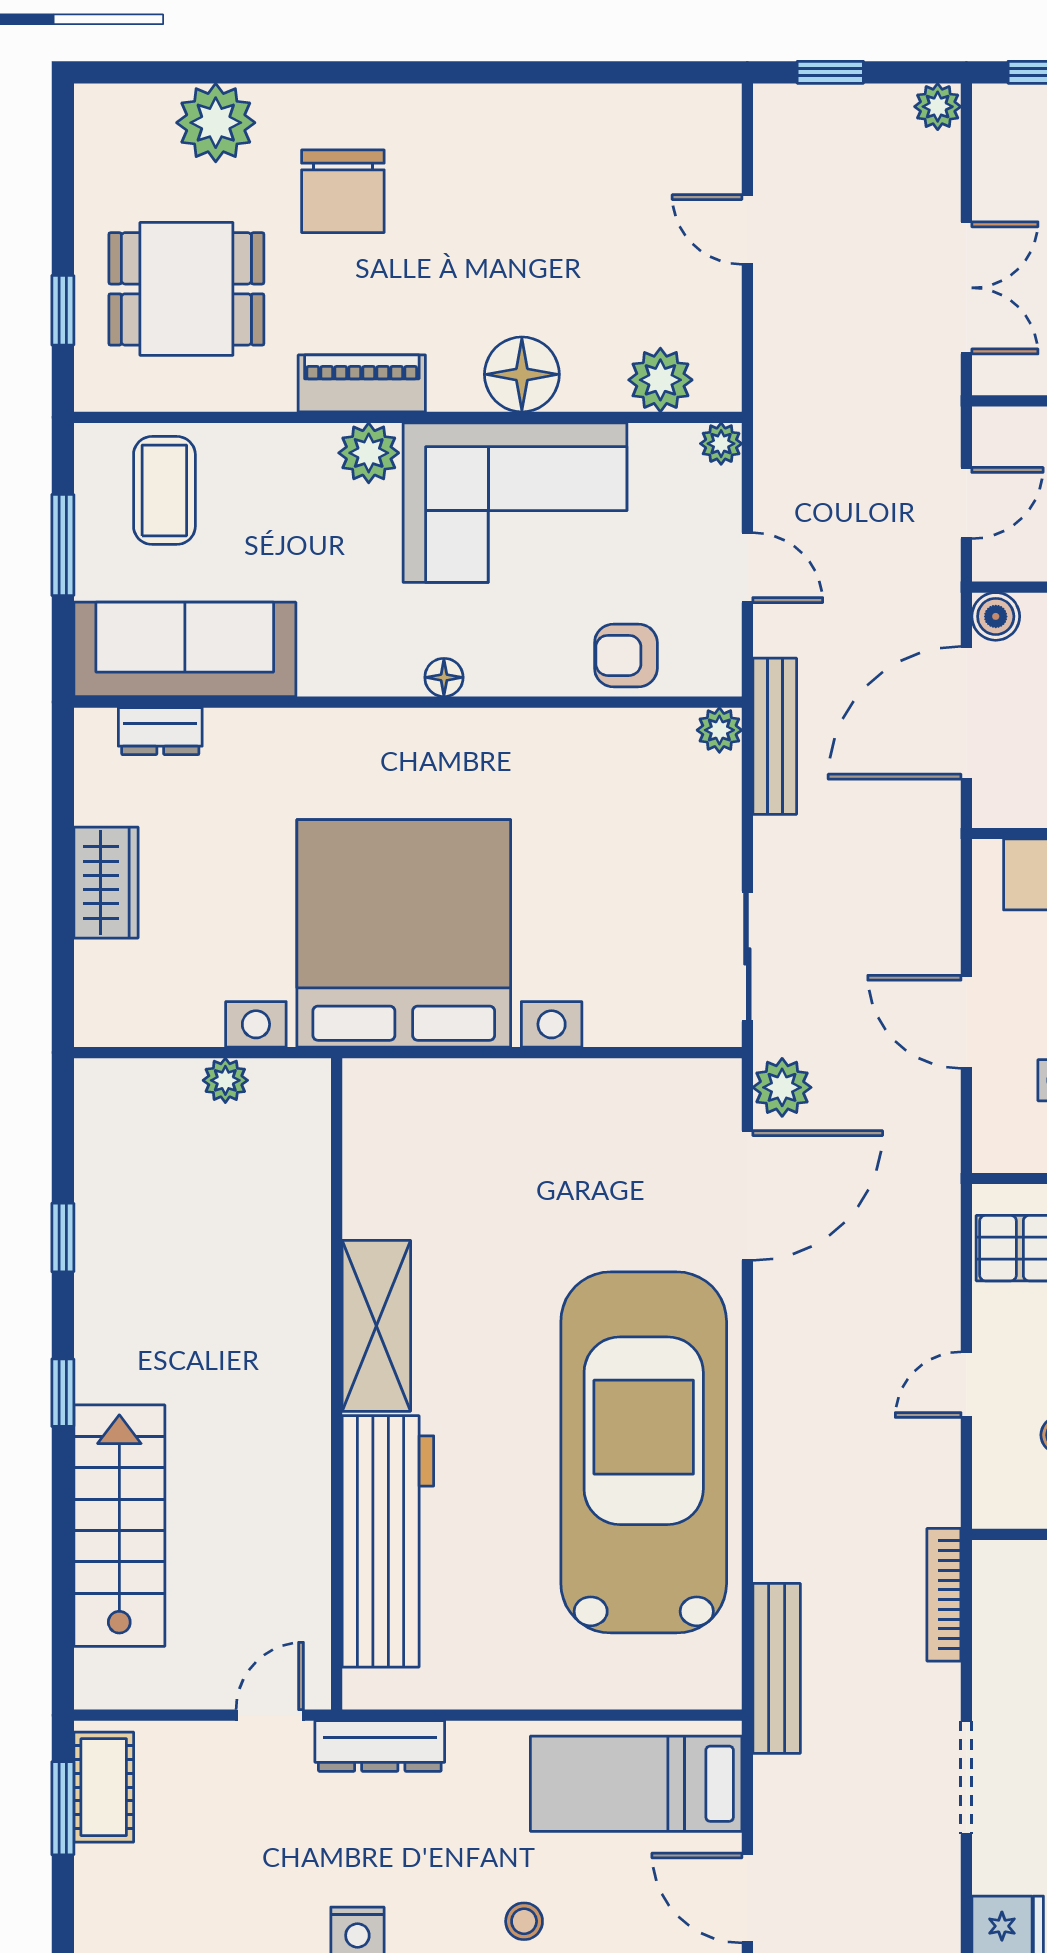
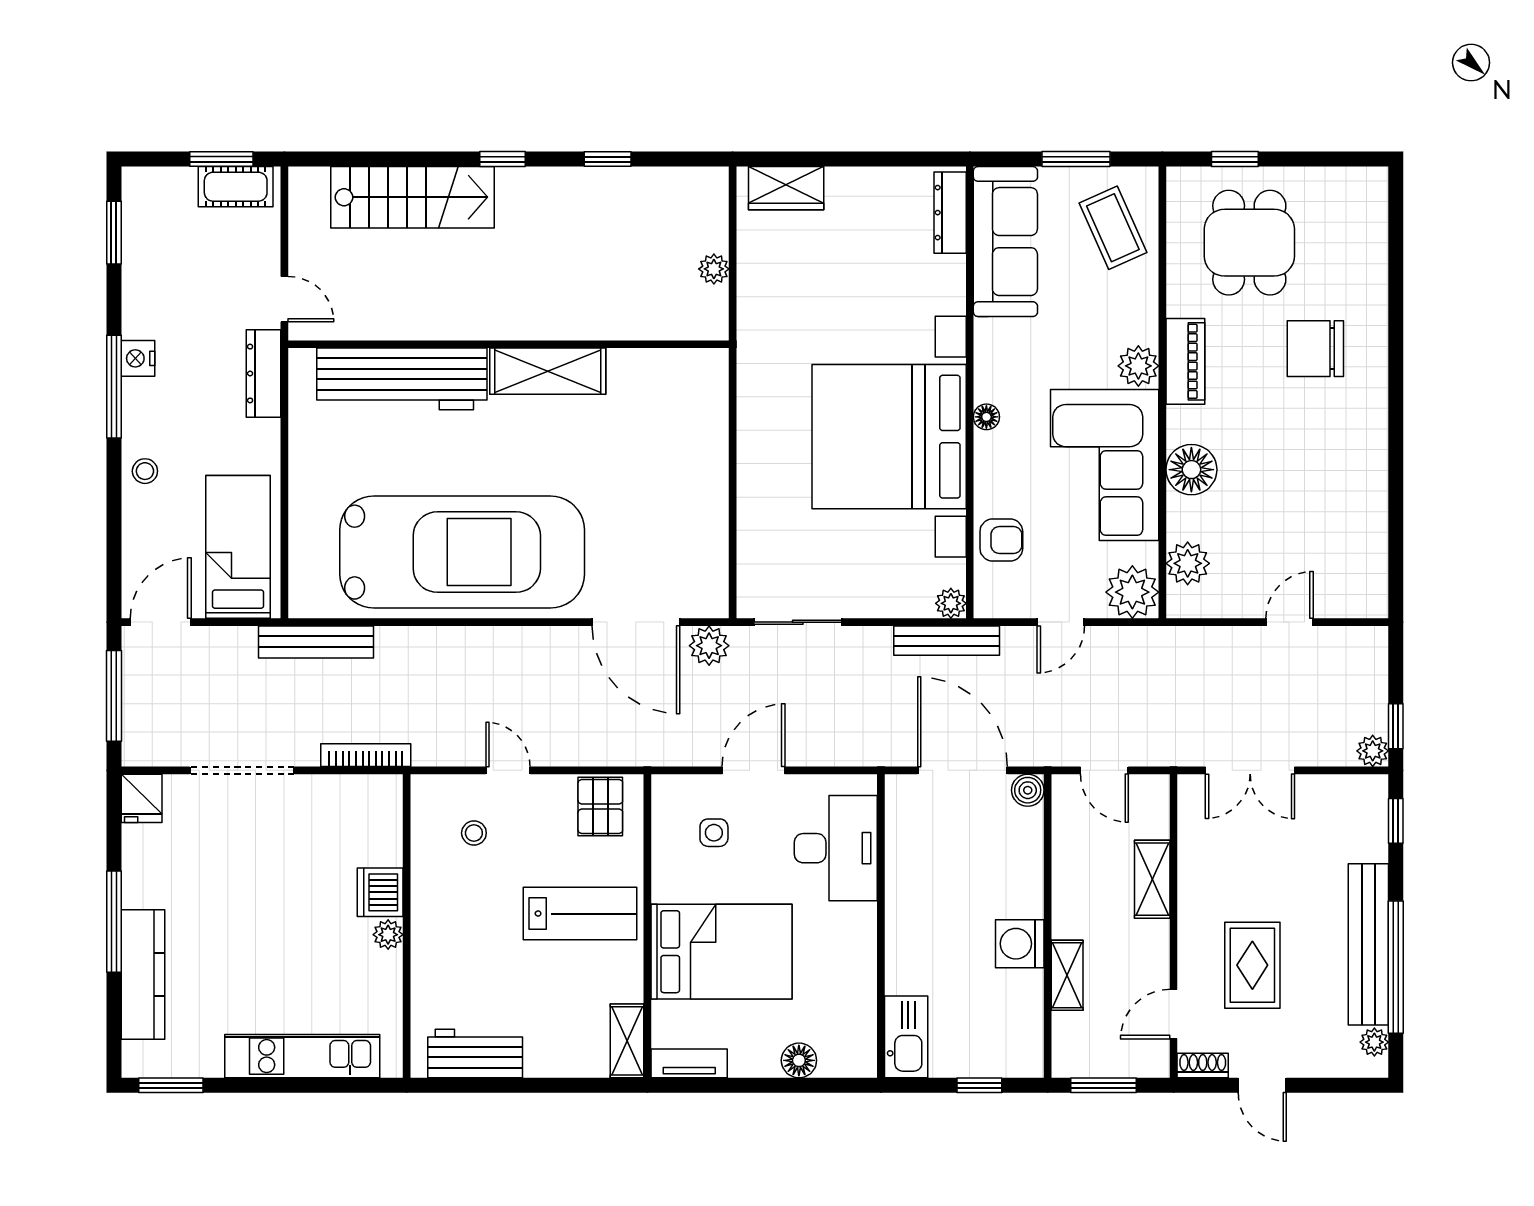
window: (830, 72) -> (1396, 726), moved
plant: (216, 123) -> (1362, 263), removed
plant: (721, 444) -> (1132, 592), width x1.88, depth x1.88
coffee table: (164, 490) -> (1113, 228), turned 66
armchair: (626, 655) -> (1001, 540), turned 90
dresser: (160, 731) -> (950, 213), width x1.44
wardrobe: (106, 883) -> (786, 188), moved
bed with nightstands: (404, 933) -> (889, 437), moved, turned 180
doorway: (966, 1778) -> (242, 770), width x1.36

